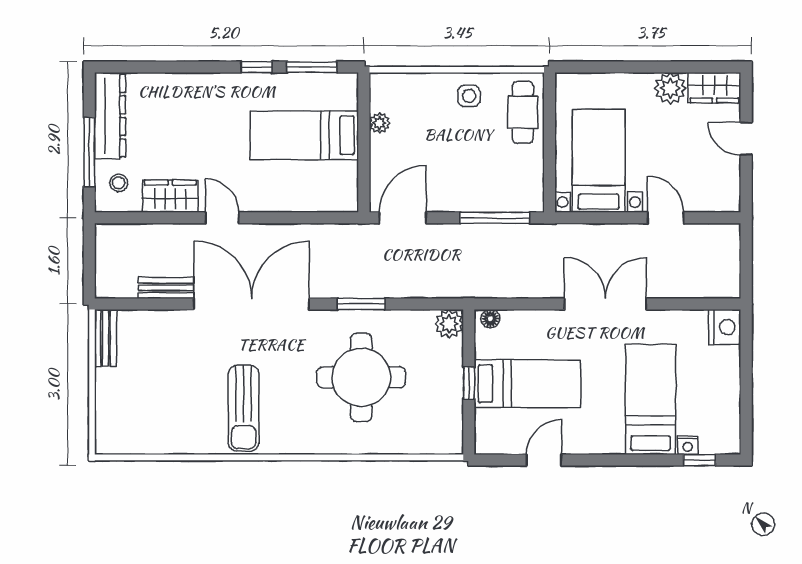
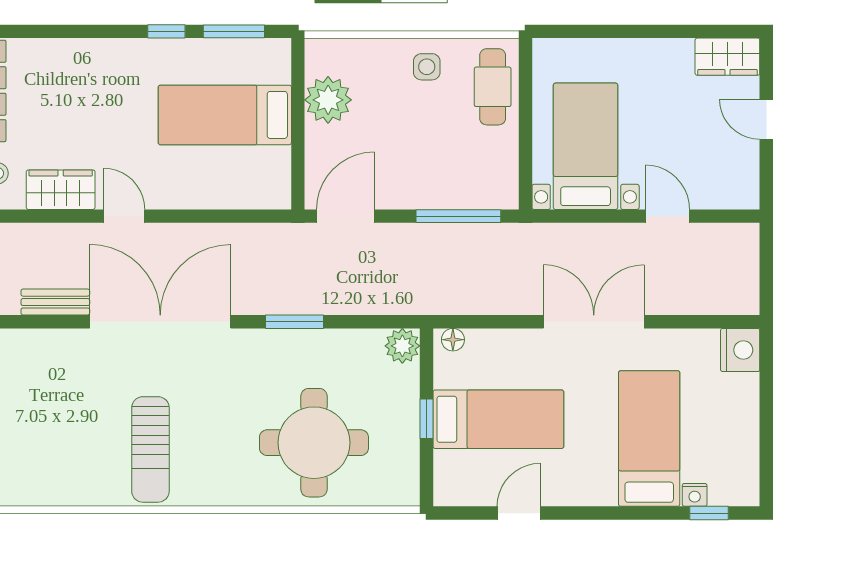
plant: (670, 88) -> (673, 57), removed
plant: (380, 123) -> (328, 100), width x1.88, depth x1.88
round table: (361, 377) -> (314, 443), moved

